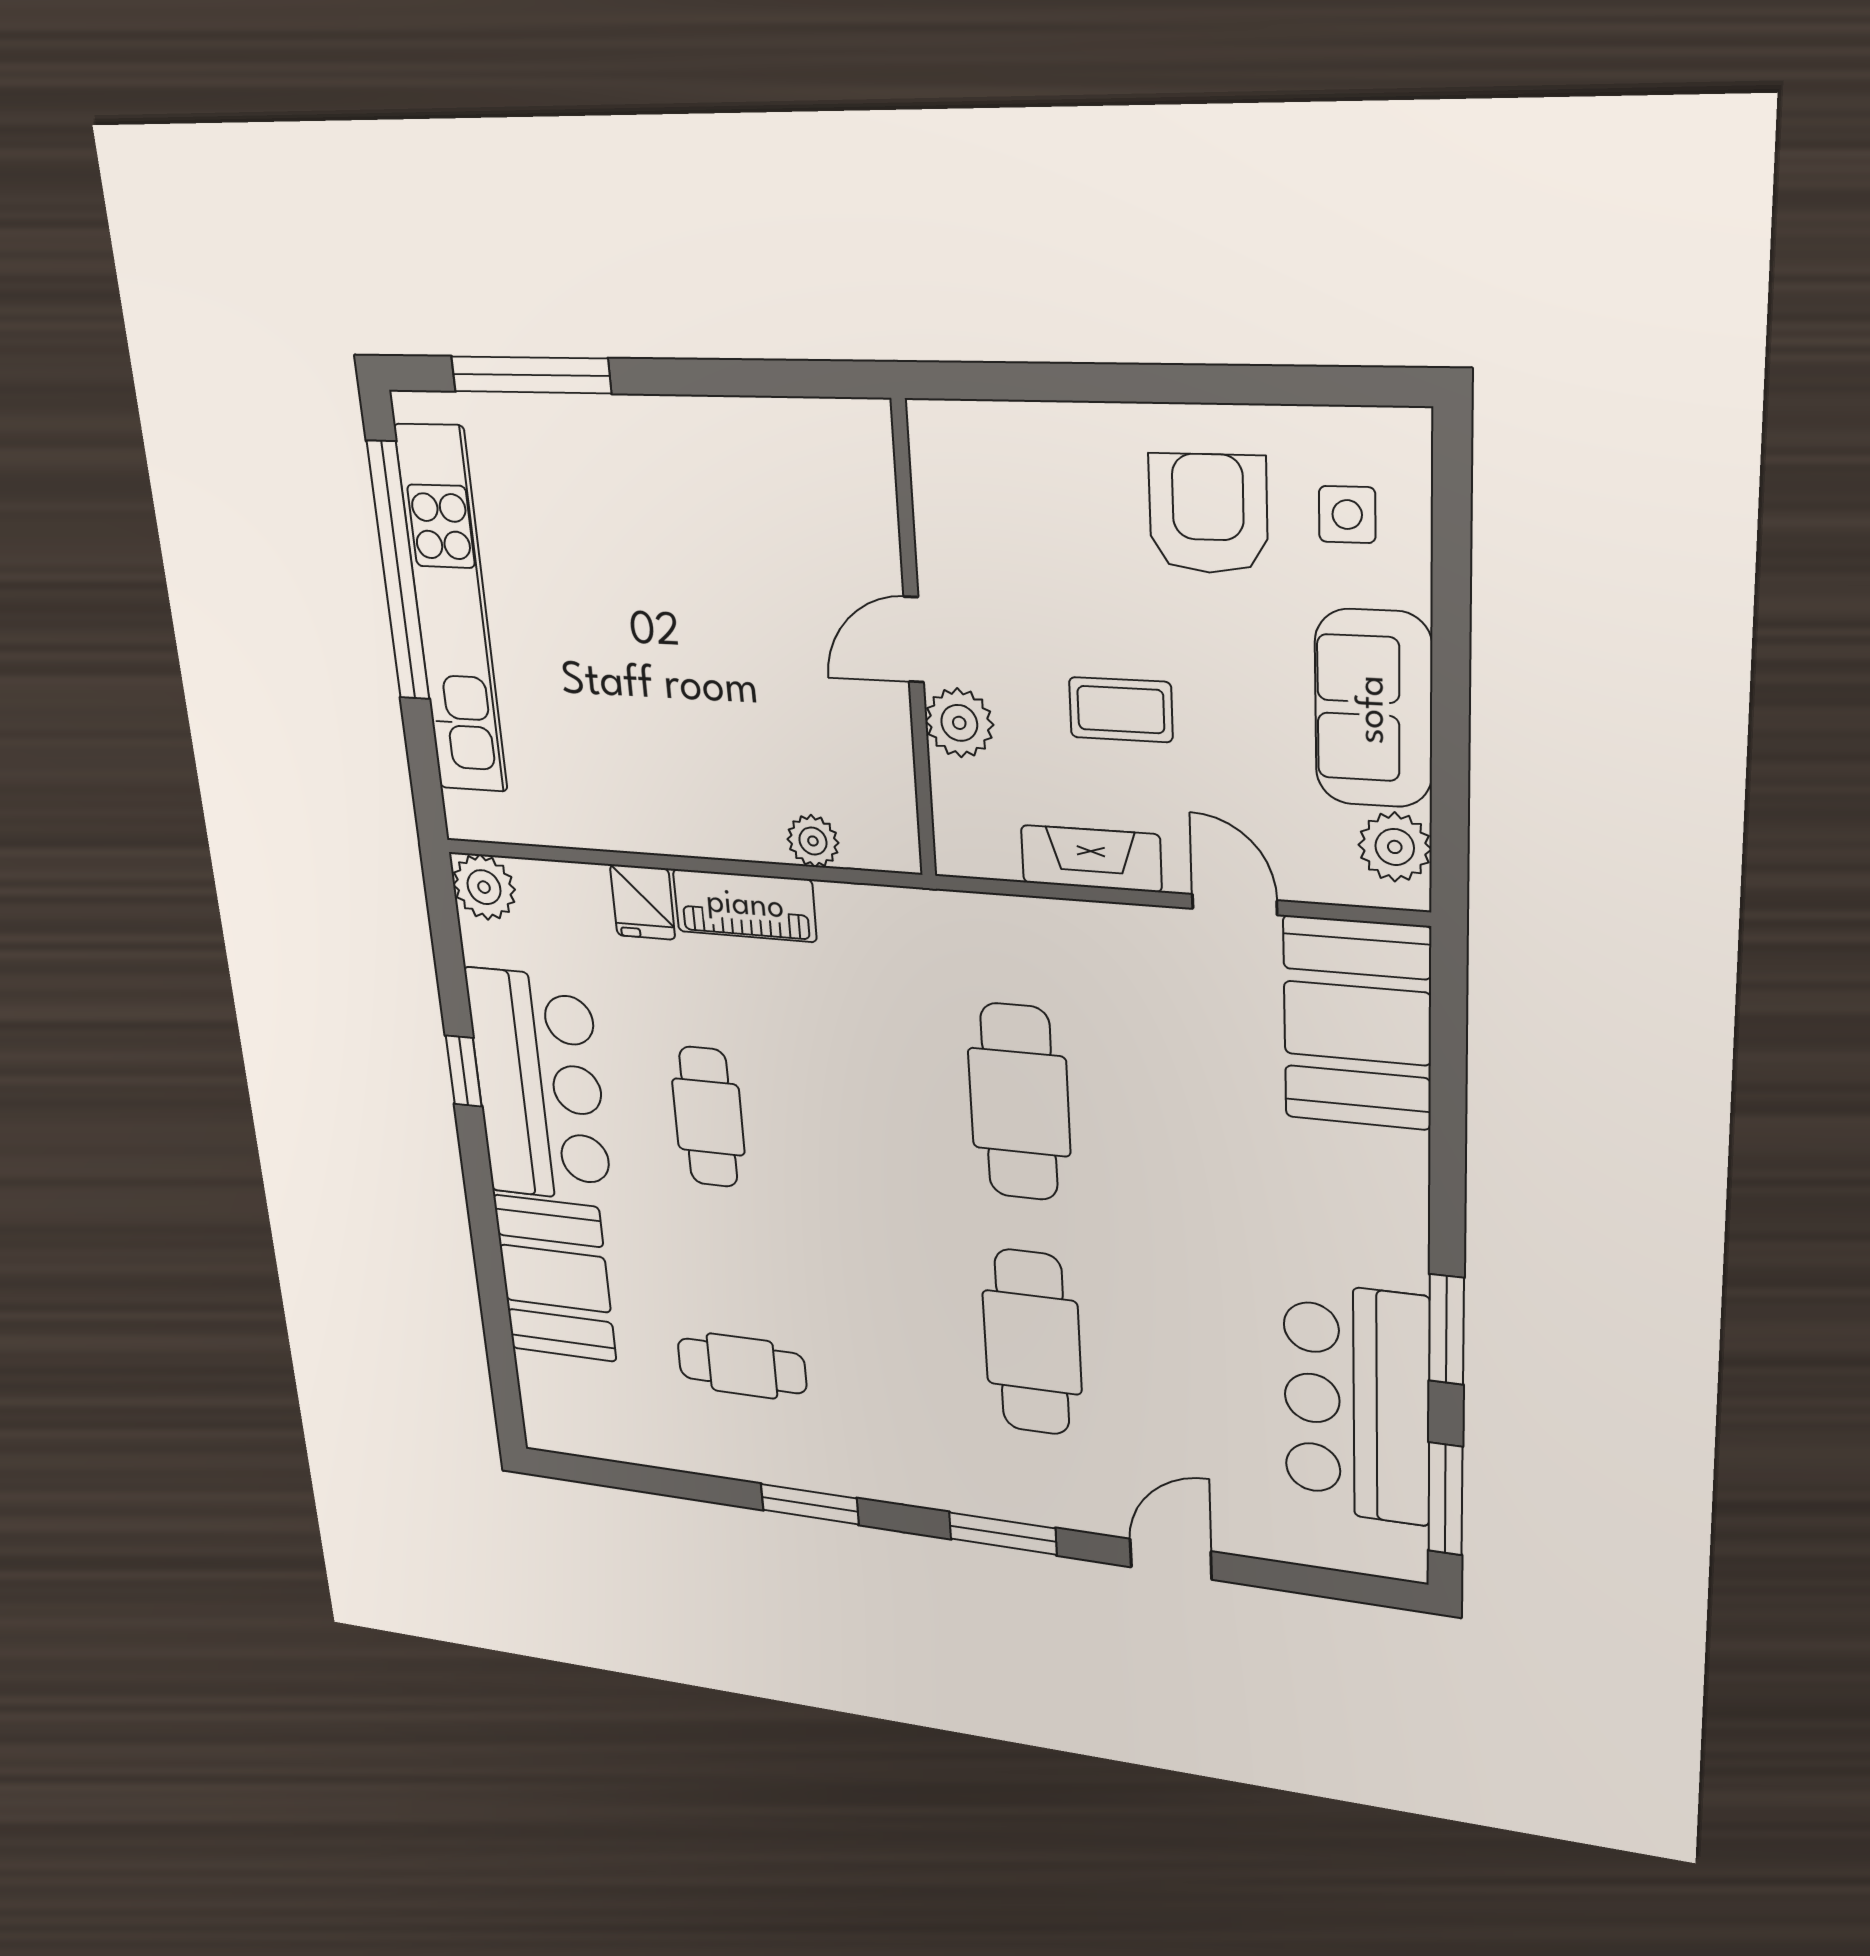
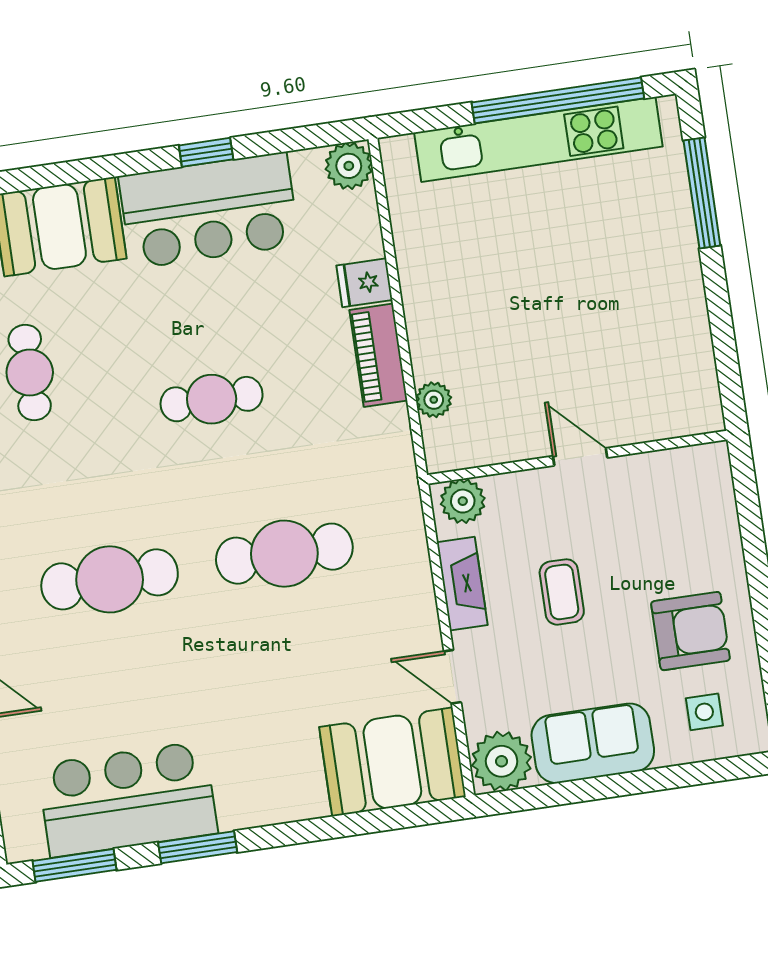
plant: (959, 723) -> (463, 501), moved
plant: (1395, 847) -> (502, 761), width x1.36, depth x1.36
door: (1235, 905) -> (452, 677), swing flipped
cafe table: (708, 1117) -> (212, 399), moved

